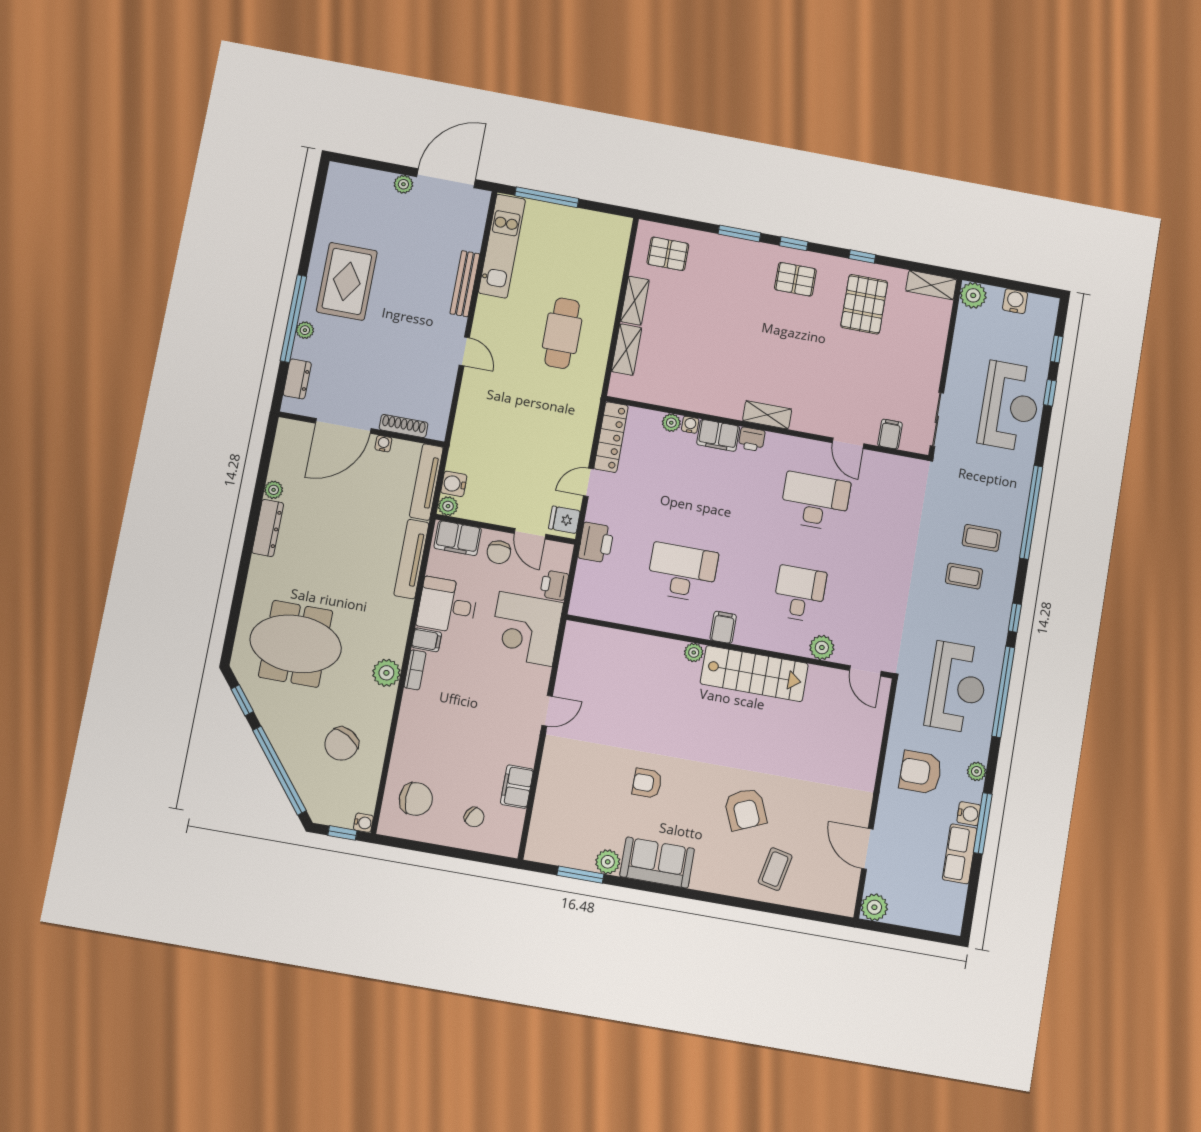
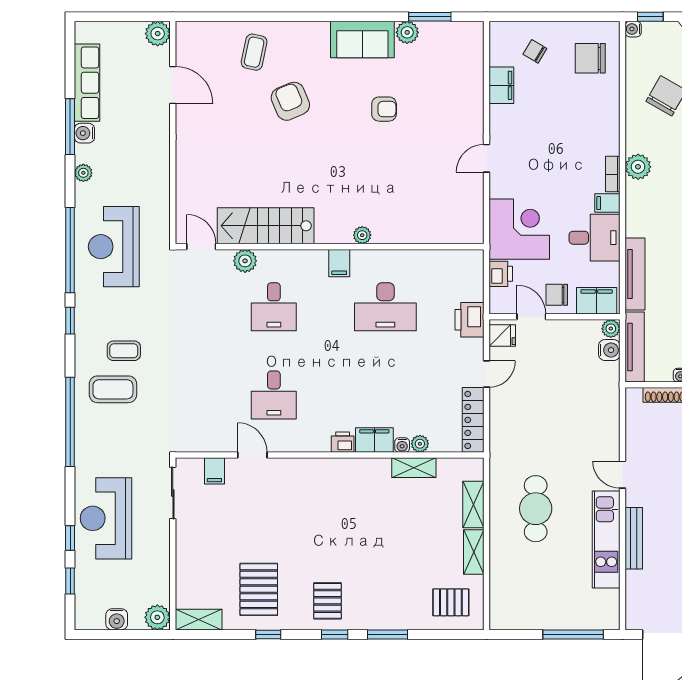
kitchen unit: (502, 246) -> (606, 539), moved
pallet: (795, 279) -> (327, 601), turned 90
shelving: (767, 415) -> (414, 468), moved
desk: (815, 501) -> (274, 395), width x0.73
coffee table: (982, 538) -> (113, 389), width x1.36, depth x1.30
chair: (499, 552) -> (557, 295), turned -90
stairs: (754, 674) -> (266, 226), moved
armchair: (921, 772) -> (135, 163), removed
row of seats: (960, 854) -> (87, 83), width x1.48

